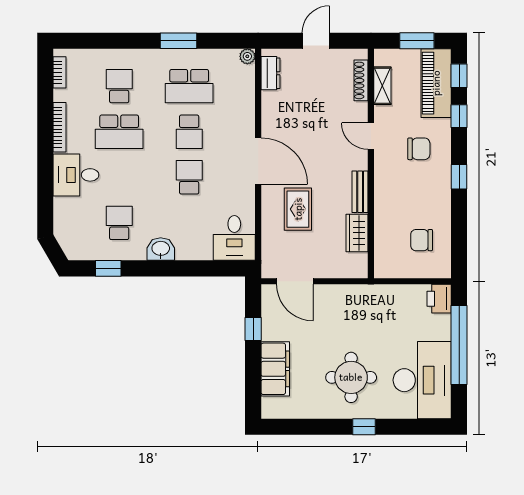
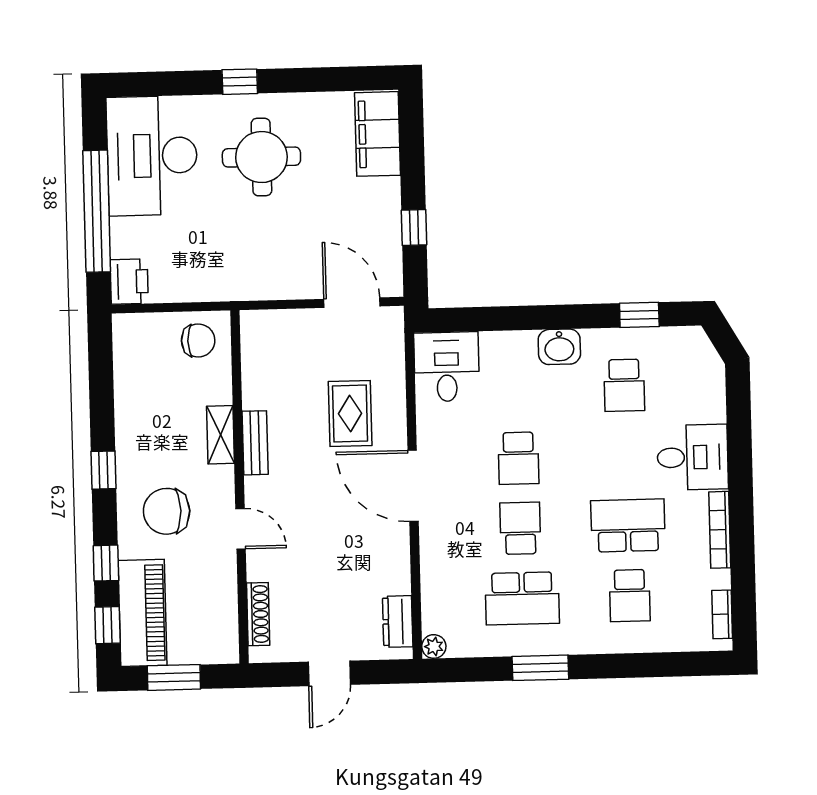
school desk: (189, 86) -> (522, 598), turned 180
shelving: (382, 86) -> (220, 435), moved
chair: (419, 149) -> (167, 511), width x1.37, depth x1.37
wardrobe: (357, 233) -> (258, 379), removed
chair: (422, 240) -> (198, 340), moved
filing cabinet: (275, 369) -> (378, 134), moved

